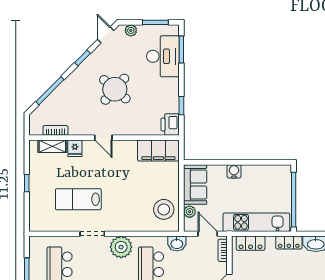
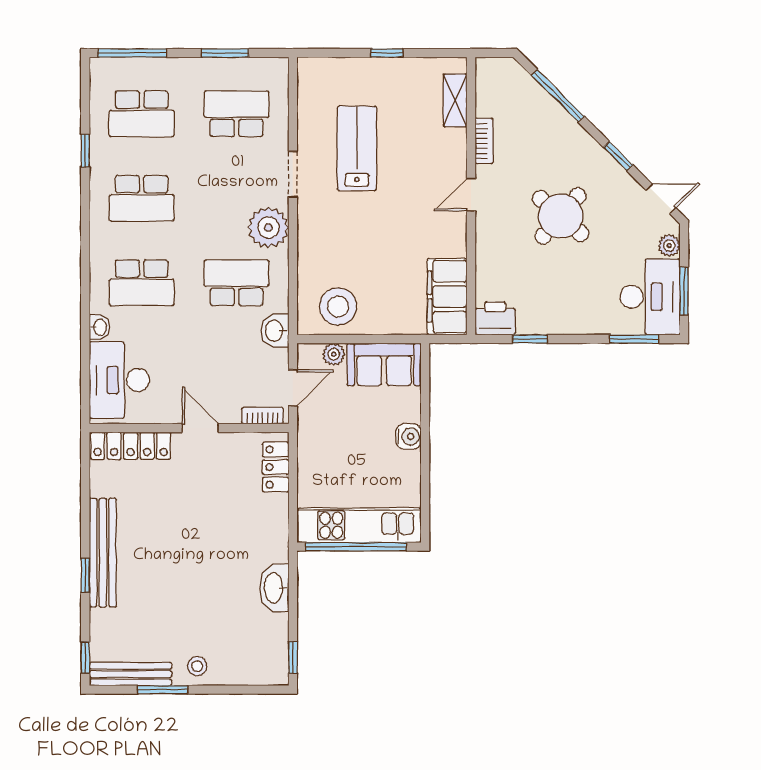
desk: (163, 56) -> (650, 297), moved, turned -90
bookcase: (55, 130) -> (484, 141), moved
fridge: (75, 148) -> (451, 142), removed
kitchen unit: (256, 222) -> (360, 525), moved, turned -90
locker: (289, 243) -> (277, 538), removed

